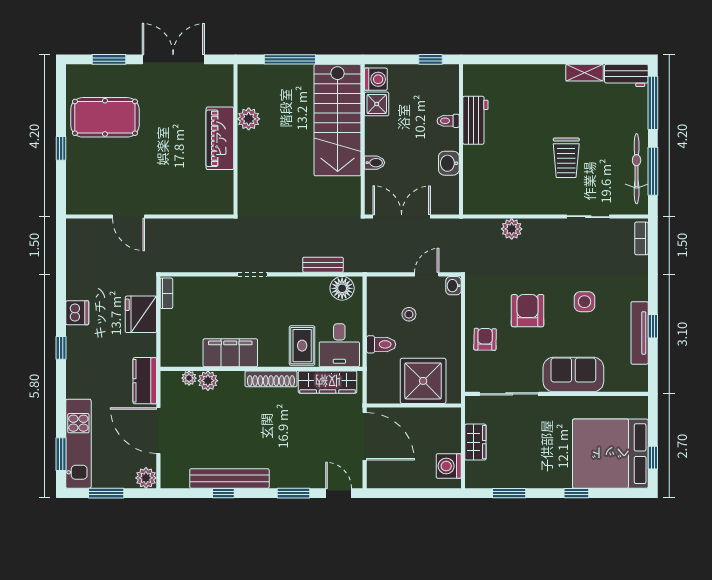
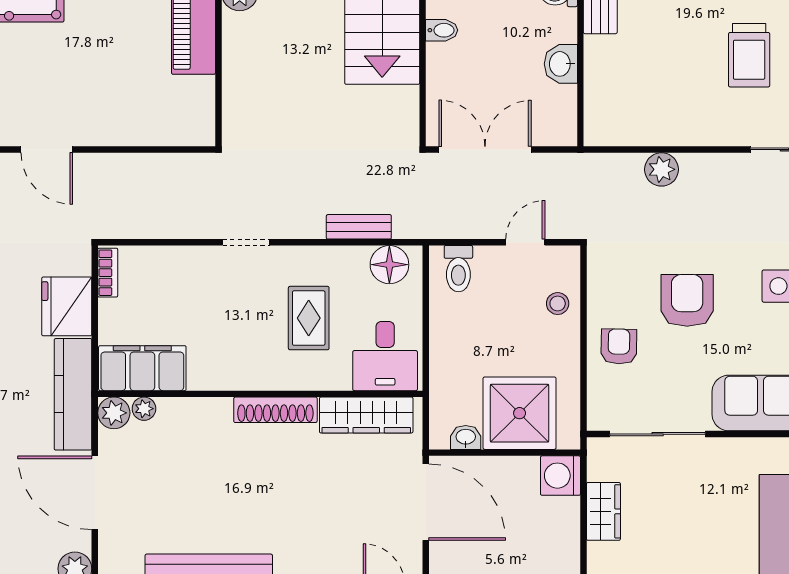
bidet: (375, 163) -> (442, 30), moved
washbasin: (453, 286) -> (466, 437), moved, turned 90
stool: (409, 314) -> (558, 304), moved
toilet: (381, 344) -> (458, 269), moved, turned 90
rug: (302, 346) -> (309, 318), moved
filing cabinet: (230, 353) -> (142, 368), moved
kitchen counter: (145, 381) -> (73, 394), width x1.50
plant: (208, 381) -> (114, 413), moved
washing machine: (449, 466) -> (560, 476), moved

